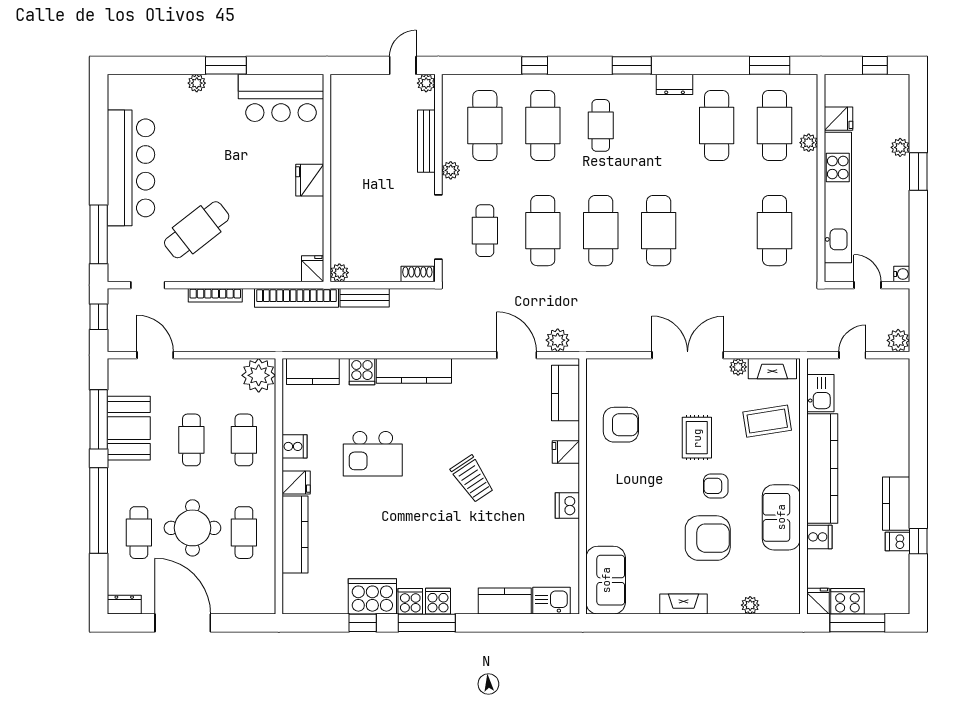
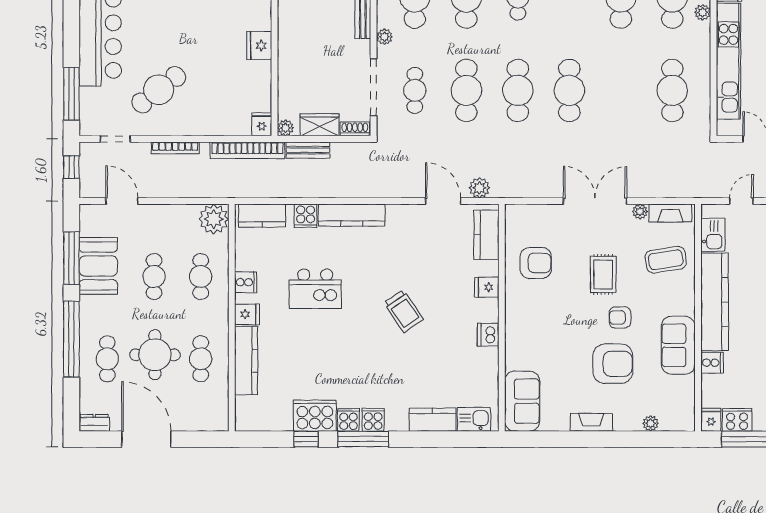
wardrobe: (378, 269) -> (320, 125), added

